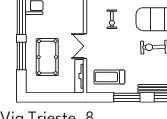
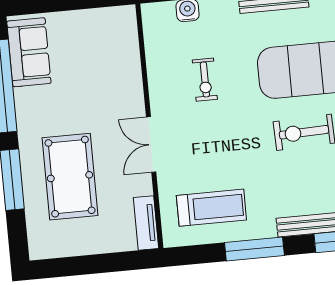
tv unit: (79, 76) -> (146, 223), width x0.71
treadmill: (109, 77) -> (211, 208), turned 180

